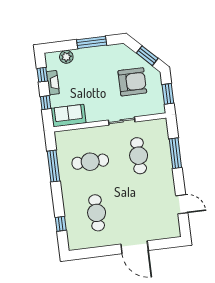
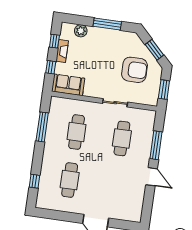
cafe table: (90, 162) -> (77, 132), turned 90
door: (182, 204) -> (152, 177), moved

